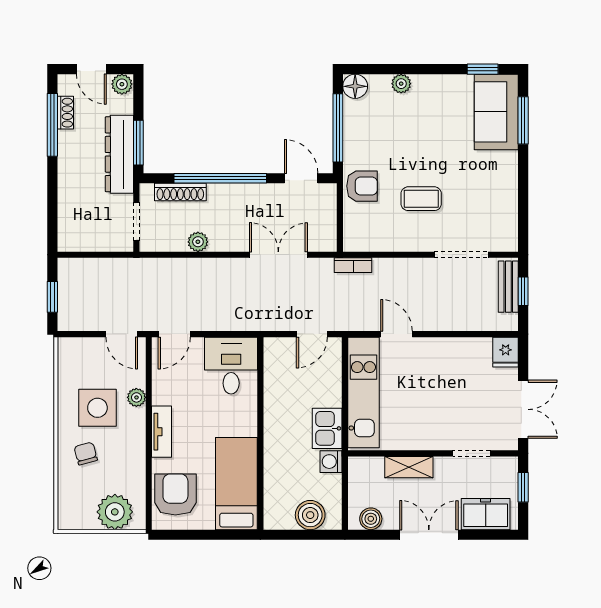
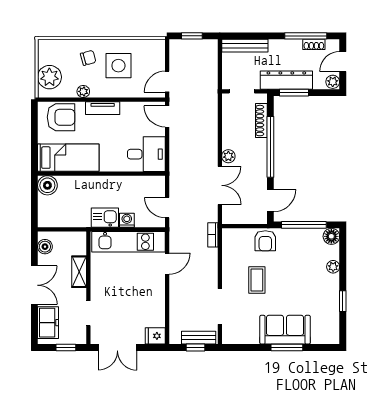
window: (483, 69) -> (343, 301), moved
sofa: (496, 112) -> (285, 330), moved
window: (523, 120) -> (287, 348), moved
bench: (67, 217) -> (245, 46), added
plant: (198, 242) -> (228, 156), moved
plant: (136, 397) -> (83, 91), moved
washing machine: (331, 462) -> (127, 220), moved
boiler: (310, 515) -> (47, 185), moved

